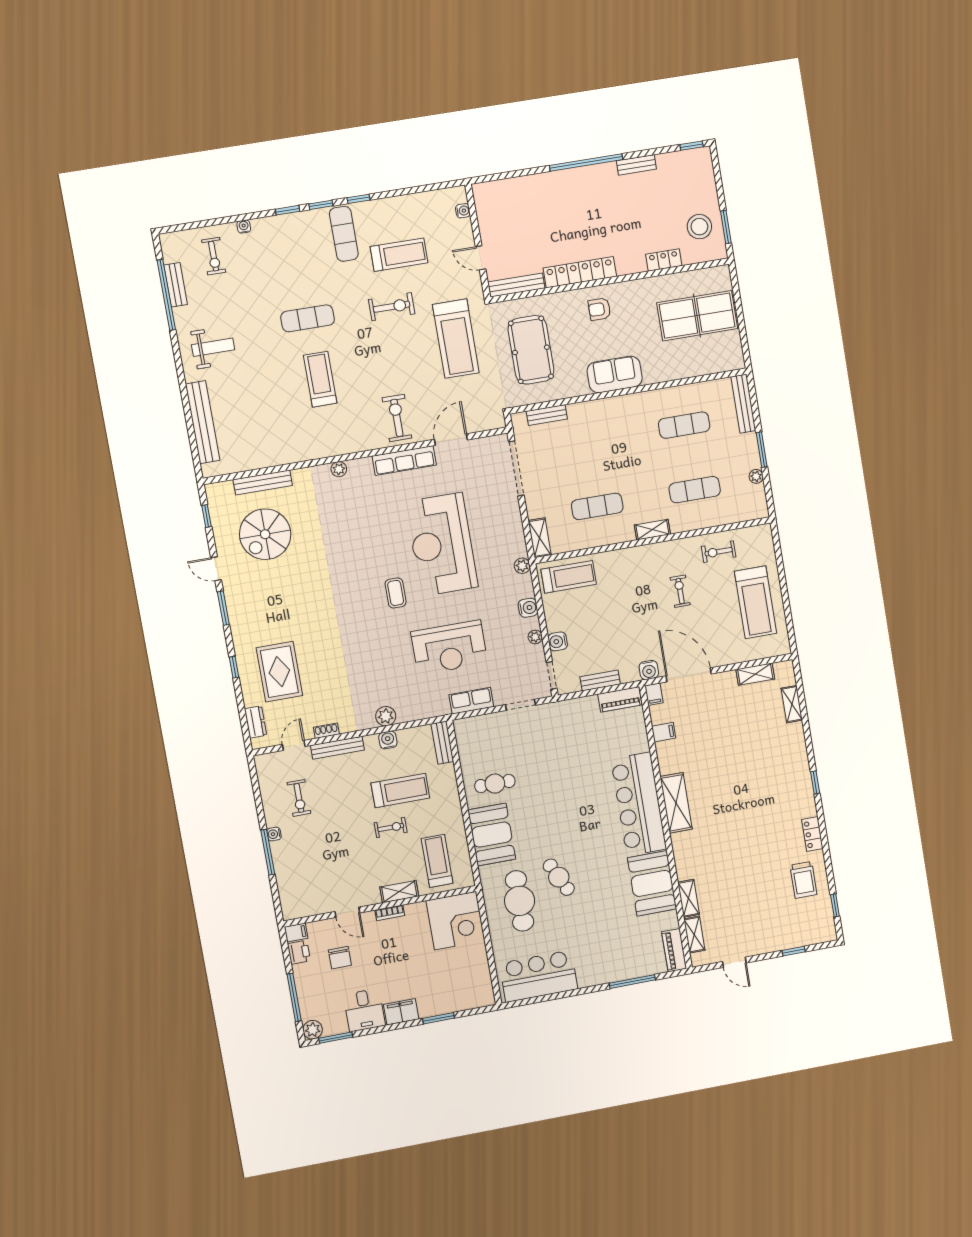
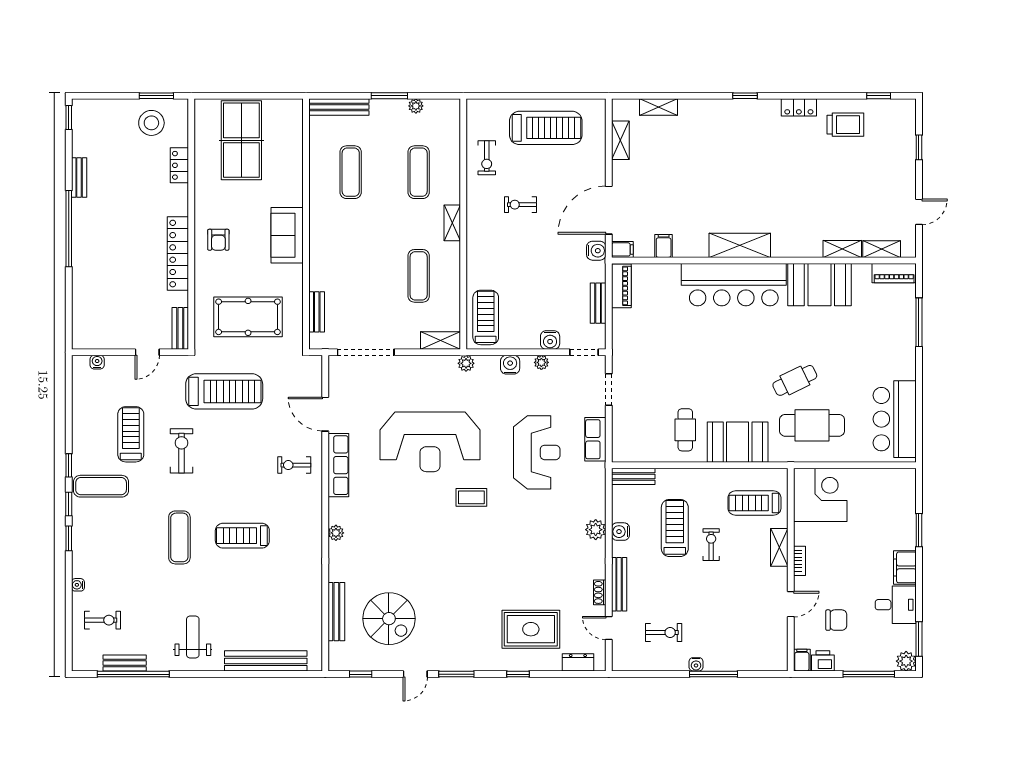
bench: (516, 285) -> (180, 328), width x0.73
exercise bike: (397, 418) -> (294, 465), width x0.73, depth x0.72

